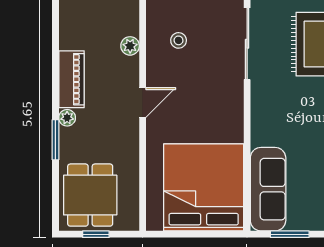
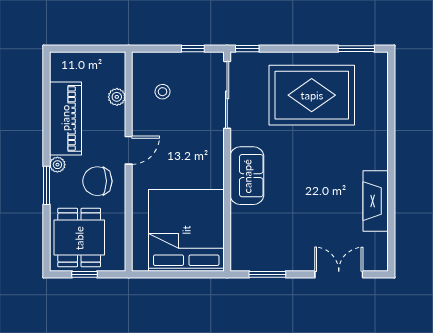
piano: (71, 79) -> (65, 118), width x1.37, depth x1.33
chair: (109, 135) -> (97, 181), added
sofa: (268, 189) -> (247, 176), moved, width x0.73

